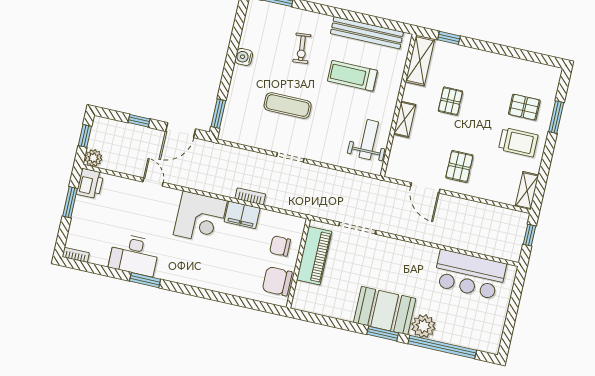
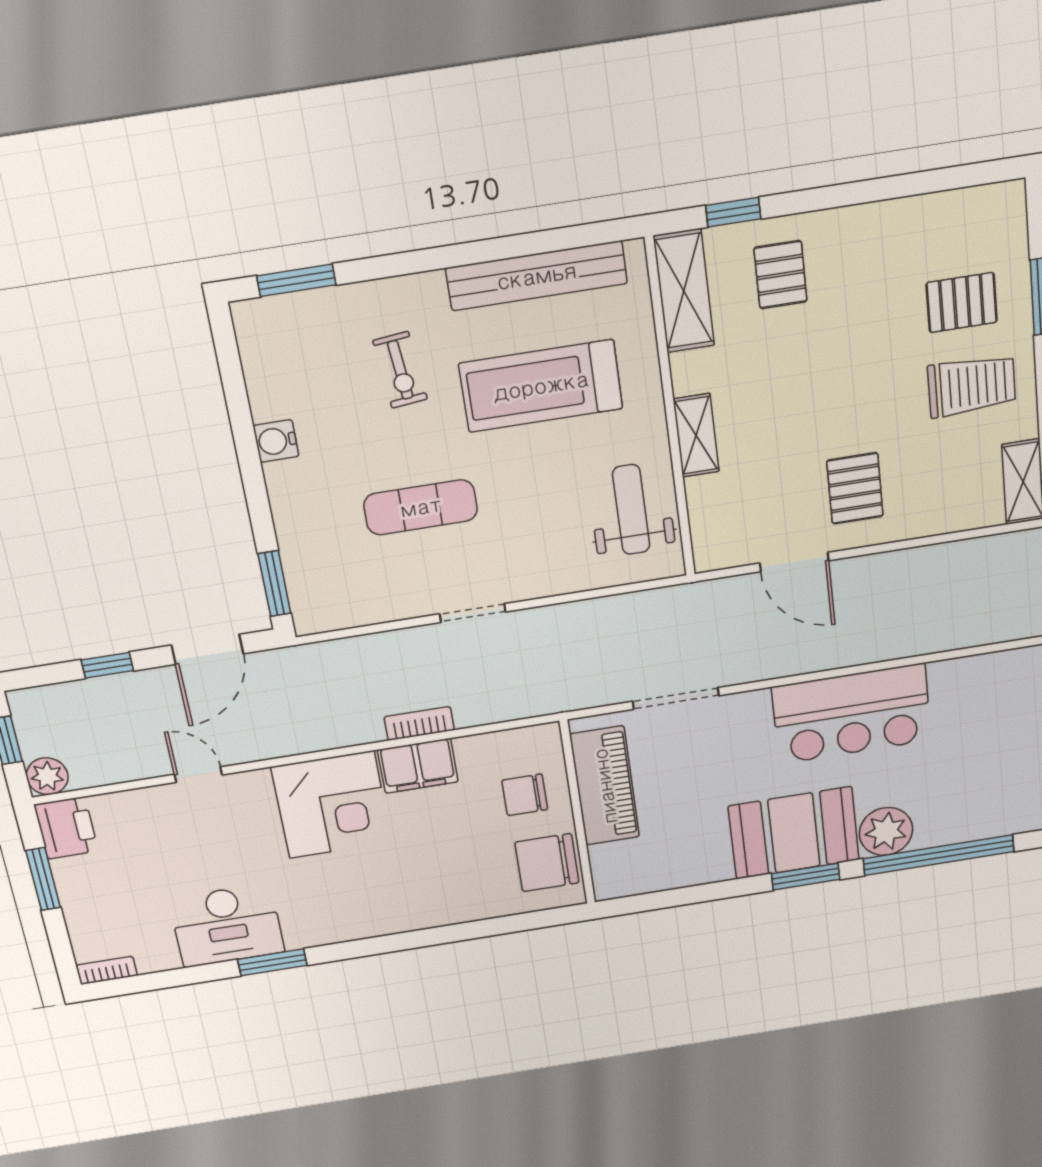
treadmill: (352, 76) -> (541, 386), width x1.37, depth x1.38
pallet: (450, 101) -> (781, 275), moved
bar counter: (470, 275) -> (852, 714), moved

